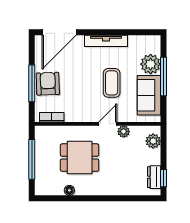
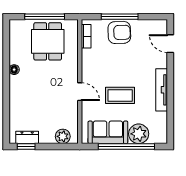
door: (59, 32) -> (170, 44), width x0.53
window: (163, 77) -> (126, 147), width x1.46
plant: (124, 132) -> (72, 107), removed
dining table: (80, 158) -> (48, 41), moved
floor lamp: (69, 190) -> (14, 70), moved

